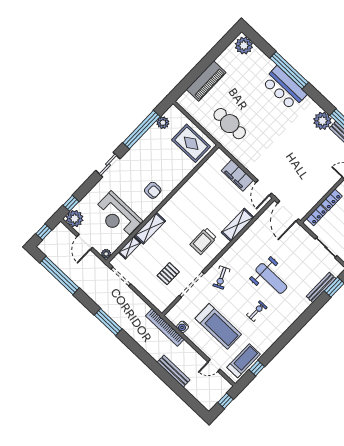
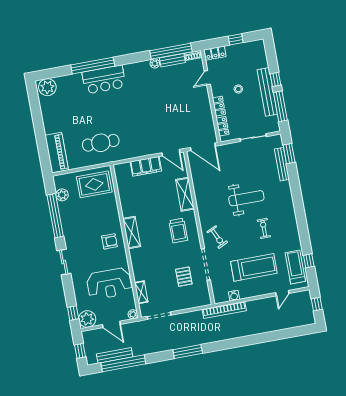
piano: (206, 81) -> (57, 153), moved
plant: (322, 121) -> (155, 63), width x0.53, depth x0.53
shelving: (150, 228) -> (132, 233), moved
bench: (174, 371) -> (115, 355), moved

